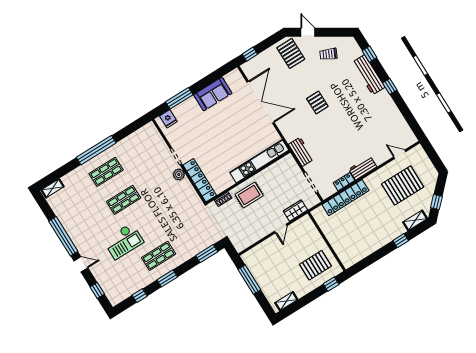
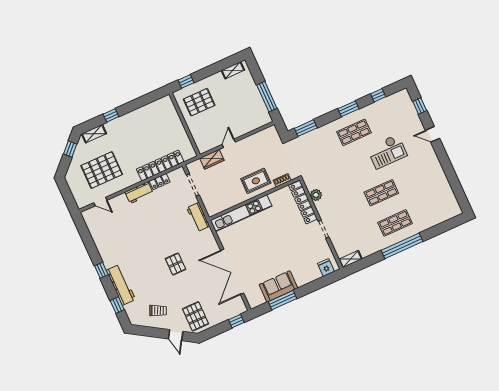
window: (179, 98) -> (283, 300), moved
plant: (179, 175) -> (316, 195), moved
shelving: (53, 188) -> (350, 259), moved
window: (63, 236) -> (446, 164), removed
checkout: (123, 241) -> (387, 152), turned 180

